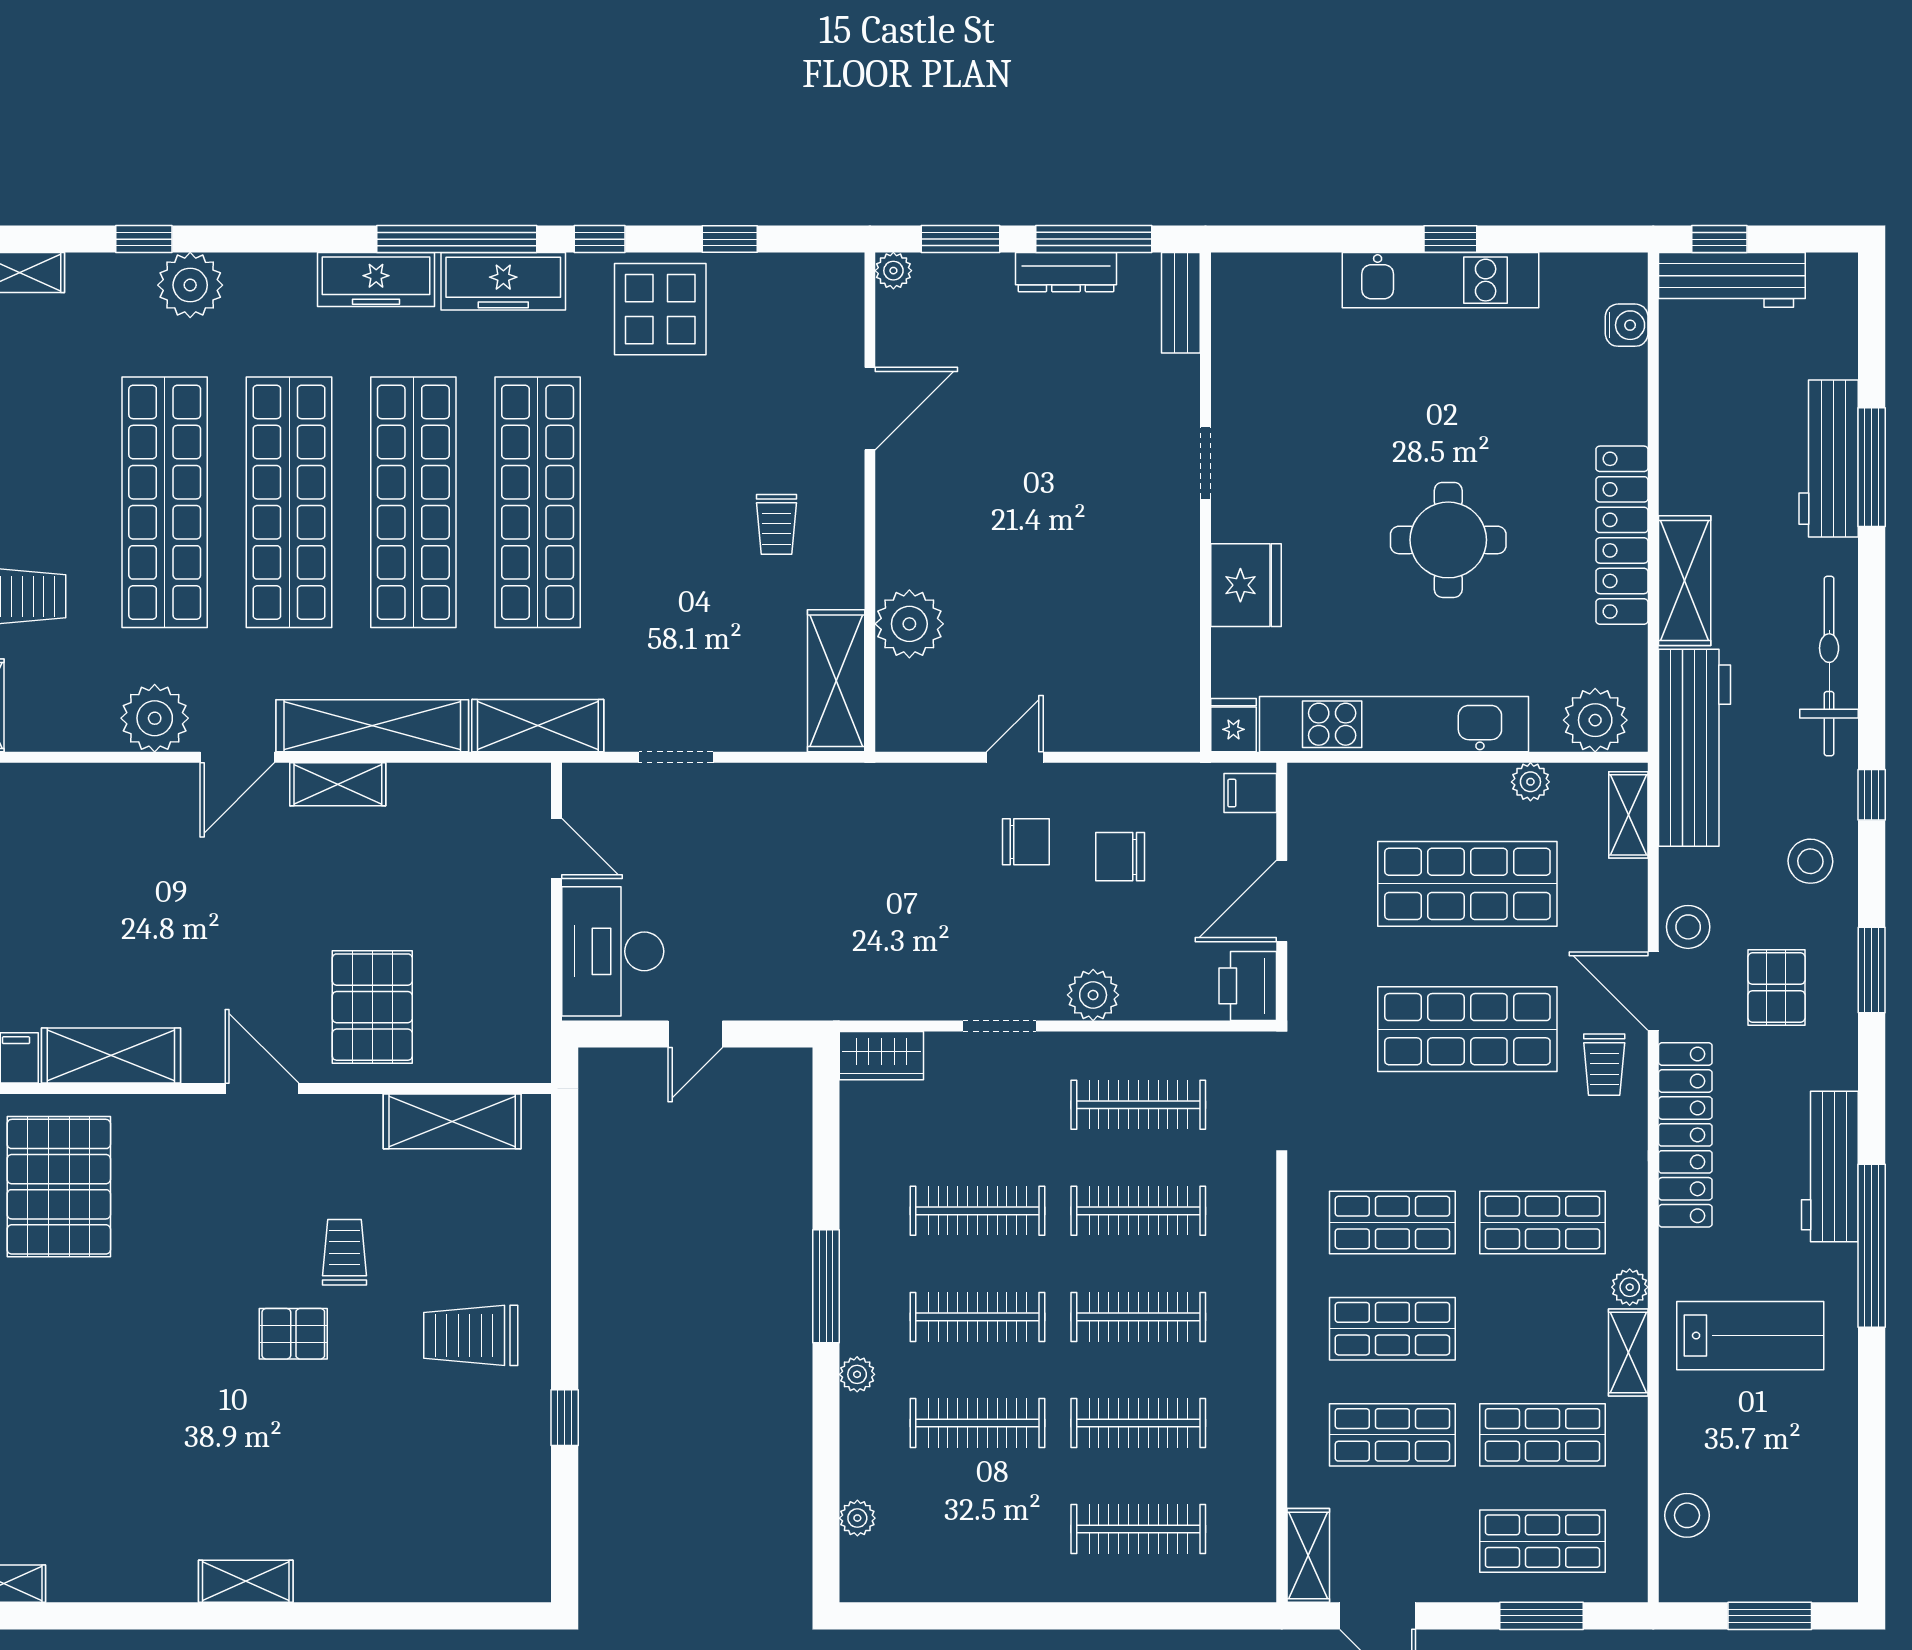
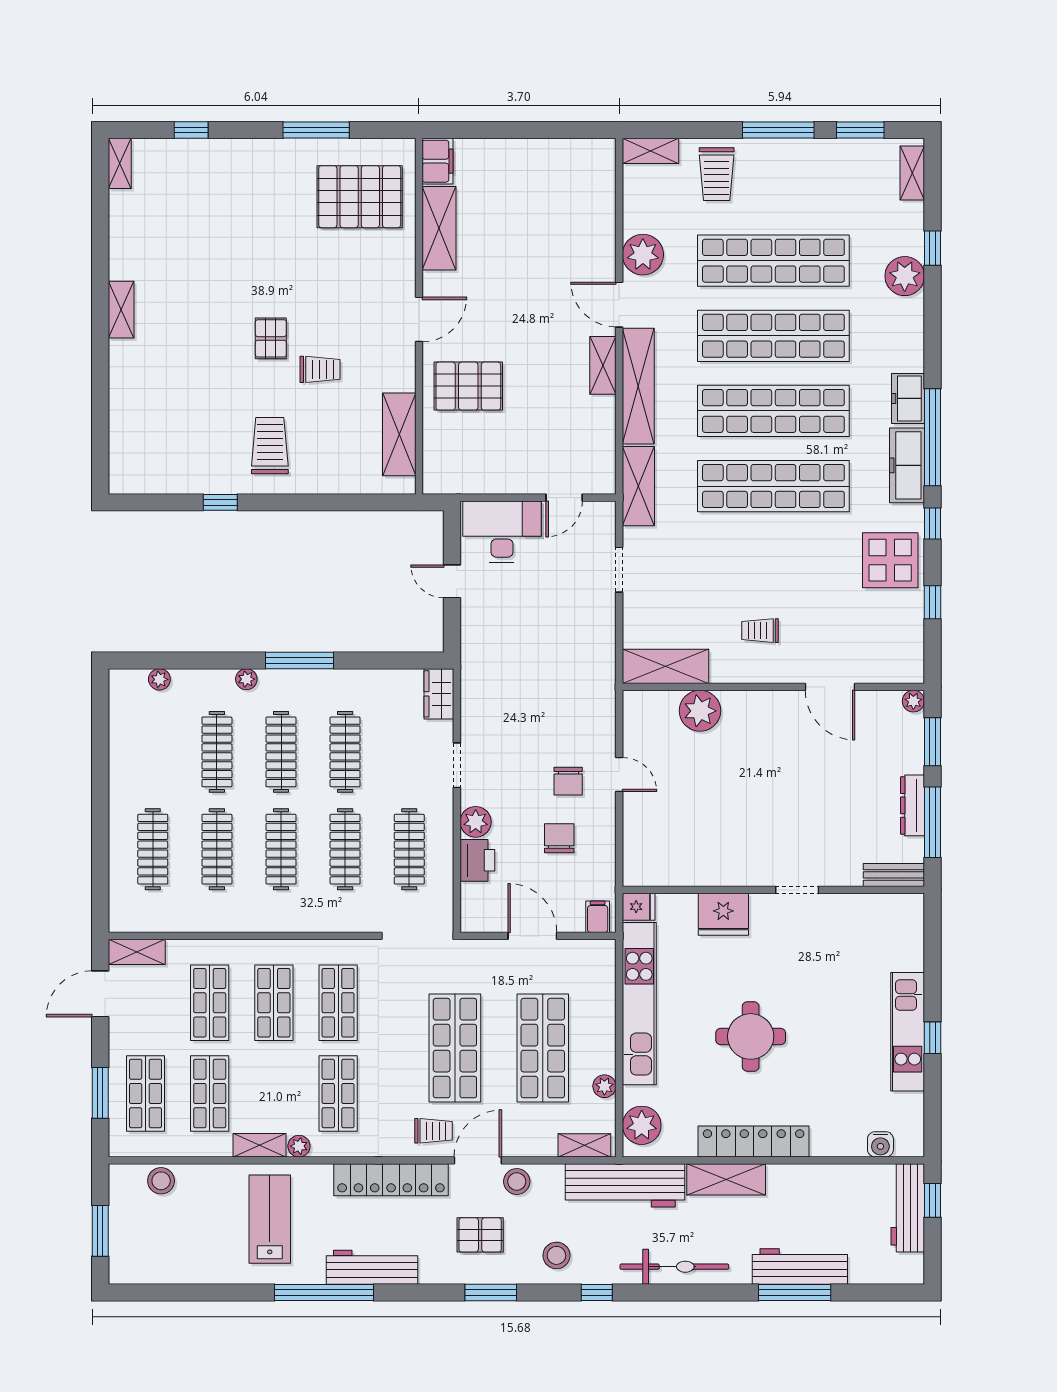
freezer: (376, 280) -> (908, 398), width x0.71
printer: (1248, 986) -> (477, 860), moved, turned 90
trolley: (1604, 1065) -> (433, 1131), turned 180
lab bench: (1750, 1336) -> (270, 1219), turned 180

